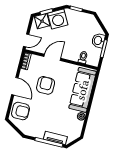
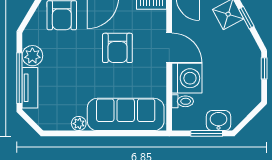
washing machine: (58, 19) -> (187, 78), moved, turned -152
armchair: (46, 85) -> (117, 48), turned 90
plant: (38, 132) -> (32, 56), added

